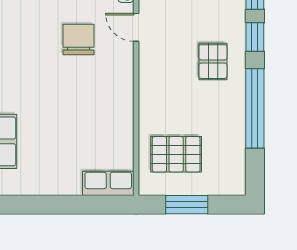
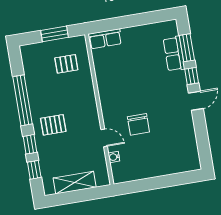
pallet: (213, 62) -> (53, 125), turned 90
pallet: (176, 154) -> (66, 64), width x0.67, depth x0.71

